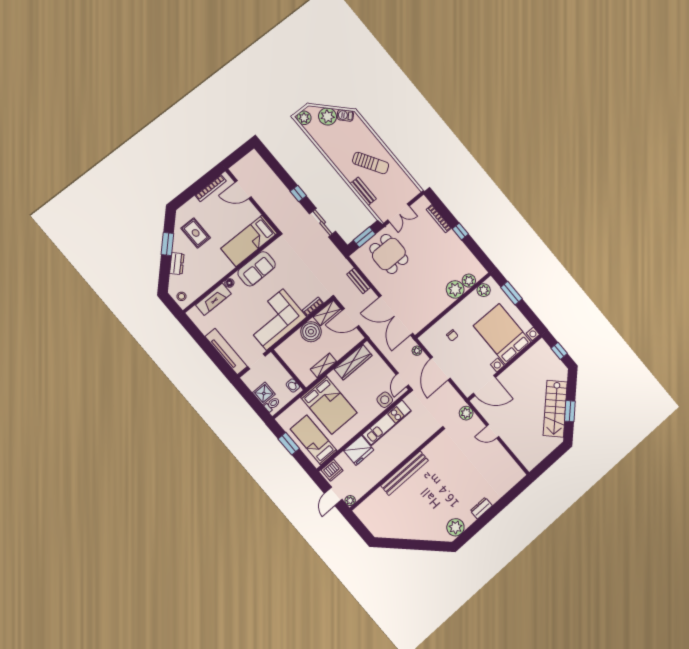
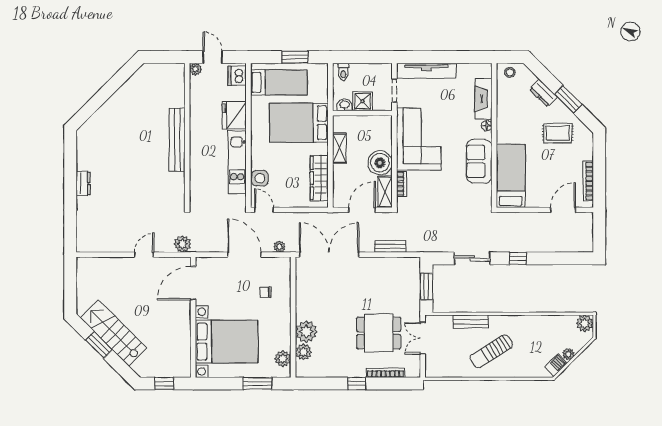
plant: (327, 116) -> (568, 354), width x0.53, depth x0.53
dining table: (389, 254) -> (379, 333), moved
shower: (264, 393) -> (363, 101), moved
plant: (456, 527) -> (87, 145), removed

